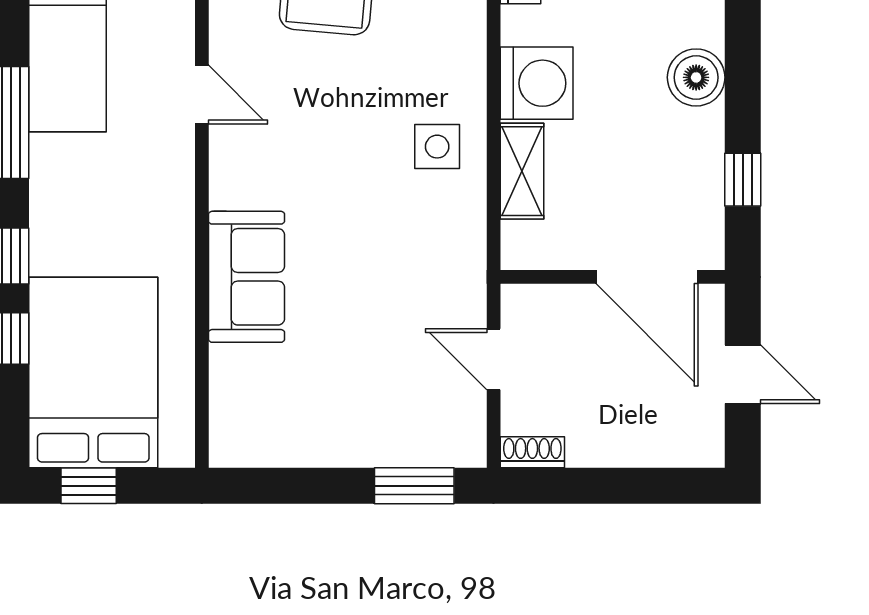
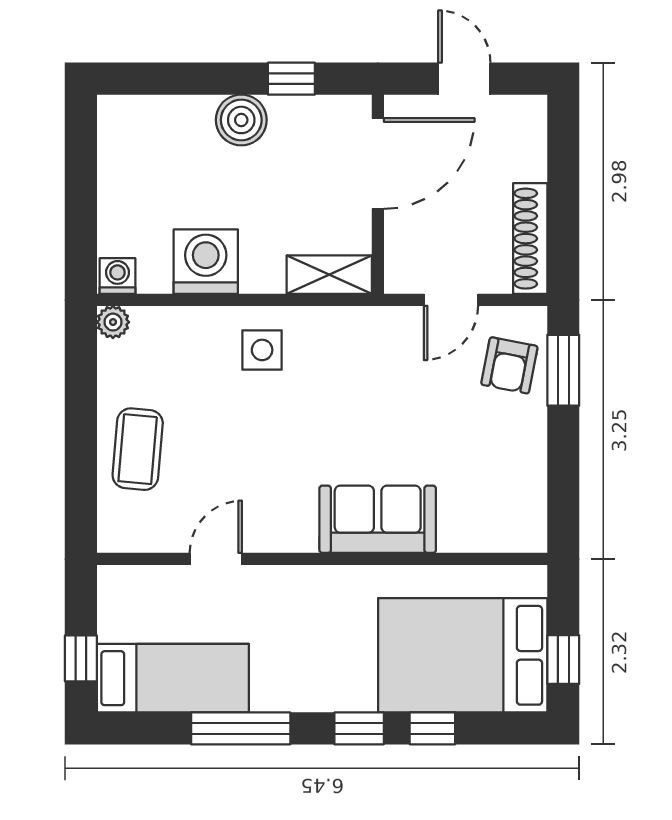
boiler: (696, 77) -> (241, 120), moved
shelving: (522, 171) -> (329, 275), moved
door: (743, 374) -> (464, 79), hinge flipped
armchair: (420, 425) -> (509, 365), added
shoe rack: (532, 452) -> (530, 239), width x1.94, depth x1.24

